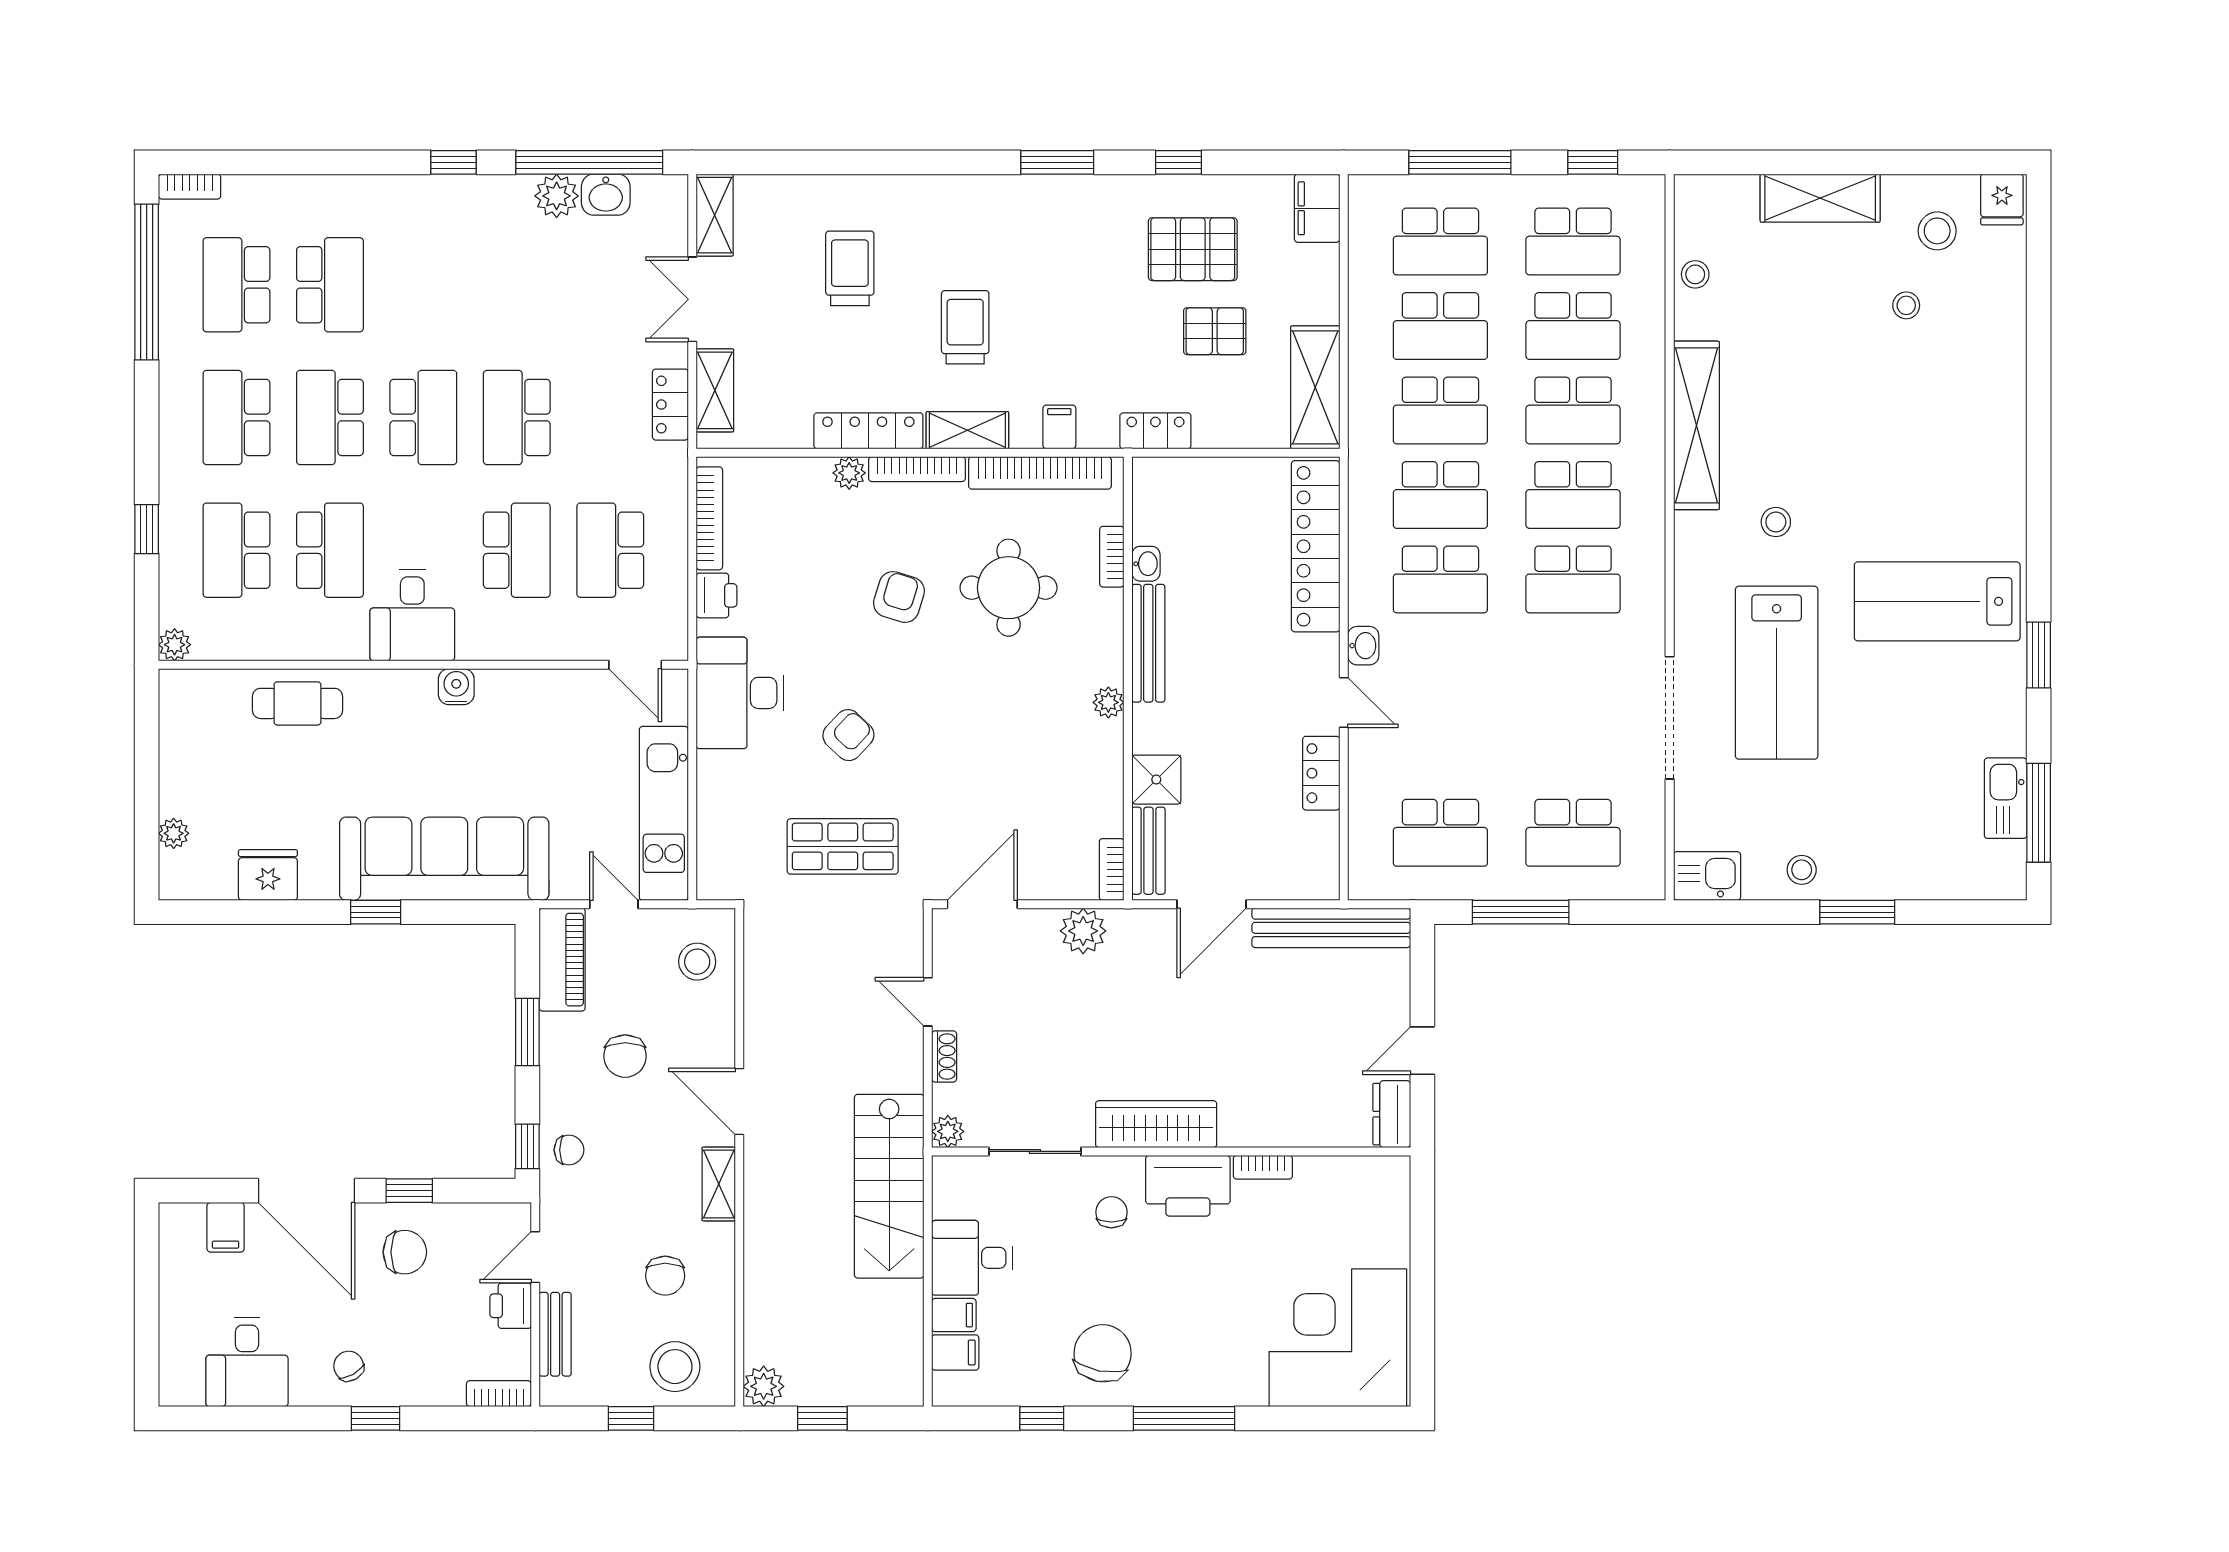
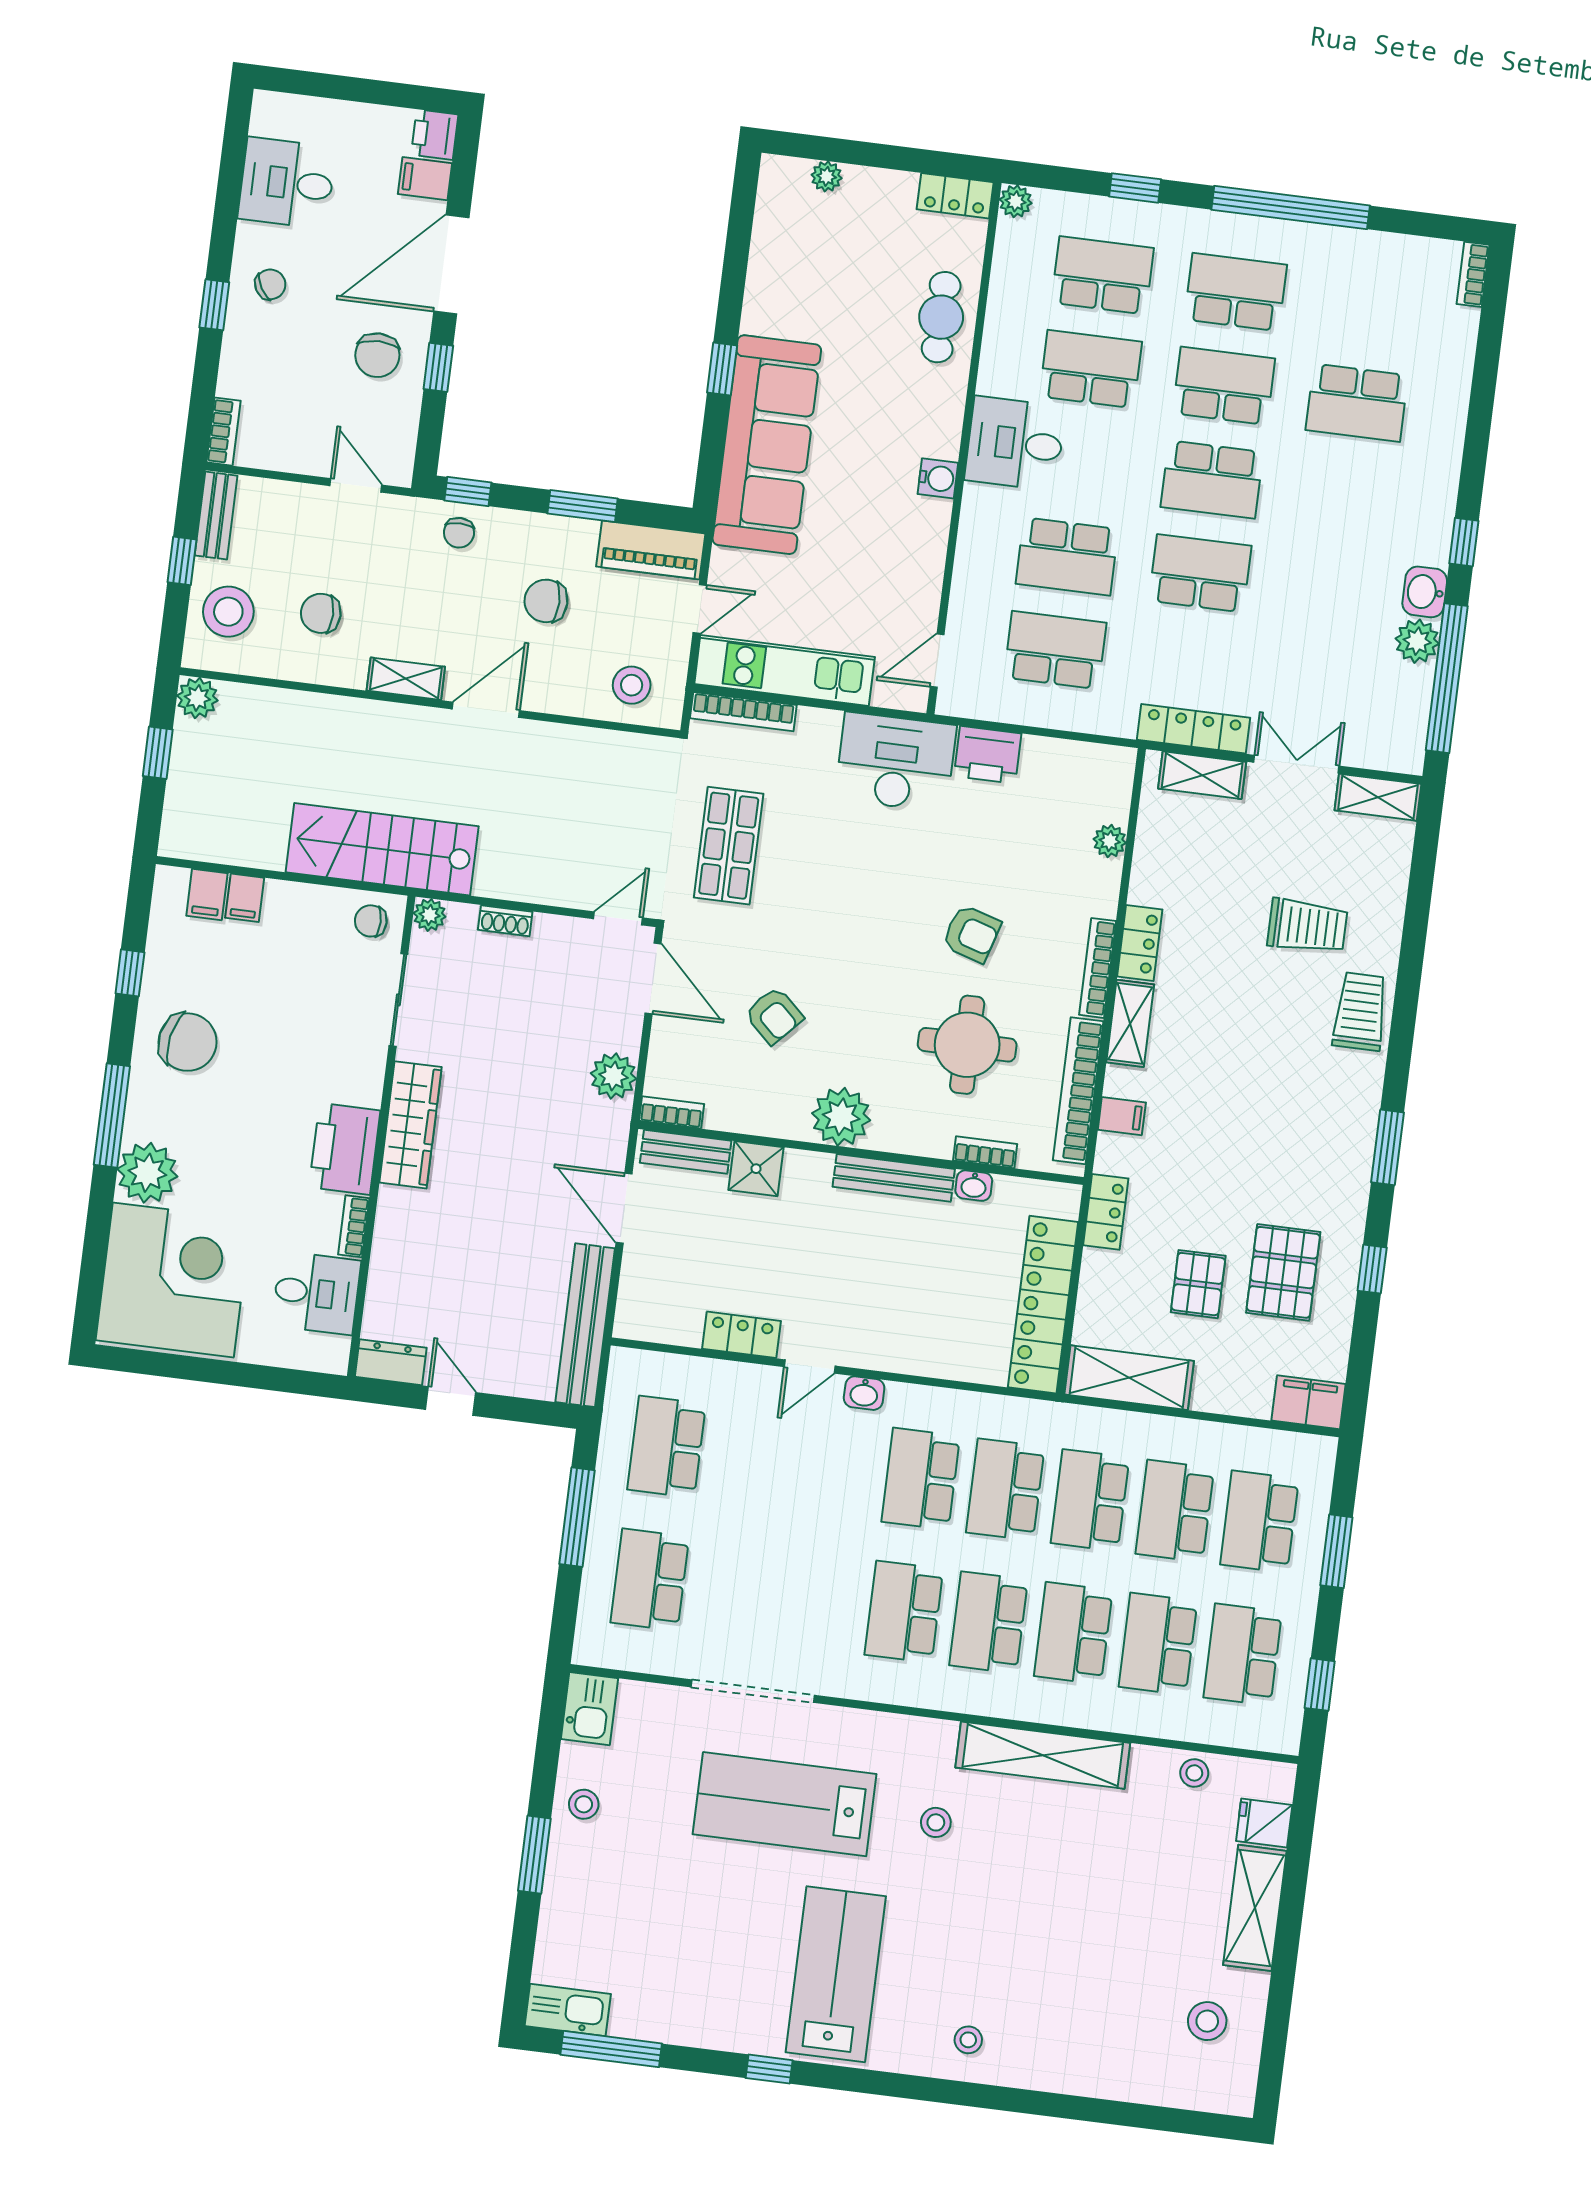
window: (1460, 162) -> (1336, 1551), width x0.69
washbasin: (606, 195) -> (1425, 592), moved
fridge: (2002, 200) -> (1264, 1823), moved
window: (147, 282) -> (1291, 208), moved
school desk: (236, 285) -> (1369, 309), removed
stool: (1906, 305) -> (968, 2040), moved
trolley: (965, 327) -> (1360, 1012), moved, turned -90
locker: (670, 405) -> (1194, 729), width x1.53
locker: (868, 431) -> (1140, 943), width x0.66
plant: (849, 473) -> (1110, 841), moved
bookcase: (709, 518) -> (743, 712), moved
locker: (1316, 546) -> (1043, 1305), moved, turned -90
school desk: (330, 550) -> (1091, 369), turned 180
printer: (716, 595) -> (988, 755), width x1.36, depth x1.24
window: (2039, 655) -> (769, 2069), width x0.67
plant: (1108, 702) -> (841, 1117), width x1.88, depth x1.88
locker: (177, 705) -> (955, 196), added
armchair: (848, 735) -> (774, 1016), moved
kitchen sink: (2006, 798) -> (568, 2010), moved
fridge: (268, 875) -> (773, 266), removed
door: (928, 1002) -> (618, 918), moved
chair: (1111, 1212) -> (371, 921), moved, turned 180
desk: (972, 1258) -> (316, 1293), moved, turned 90
printer: (511, 1306) -> (435, 135), moved, turned -90
bench: (555, 1334) -> (216, 516), moved, turned 90
plant: (1236, 1376) -> (147, 1173), added

